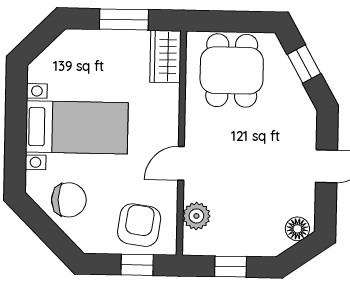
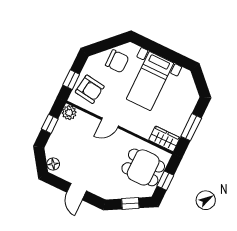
window: (237, 22) -> (165, 181), added
door: (181, 163) -> (110, 123), swing flipped
chair: (69, 200) -> (117, 61), turned -90
plant: (196, 216) -> (69, 113), moved

